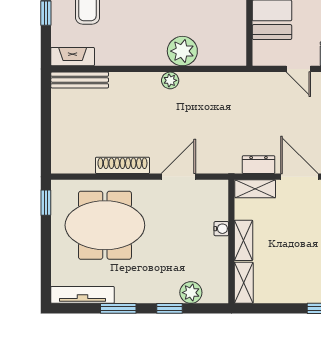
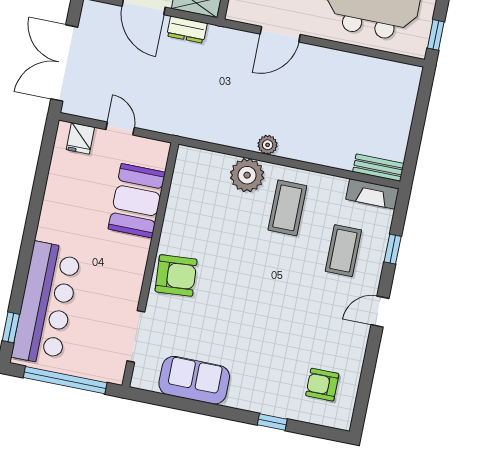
coffee table: (143, 30) -> (287, 208), added
bench: (80, 80) -> (378, 168), width x0.73
shoe rack: (122, 165) -> (341, 60), removed

